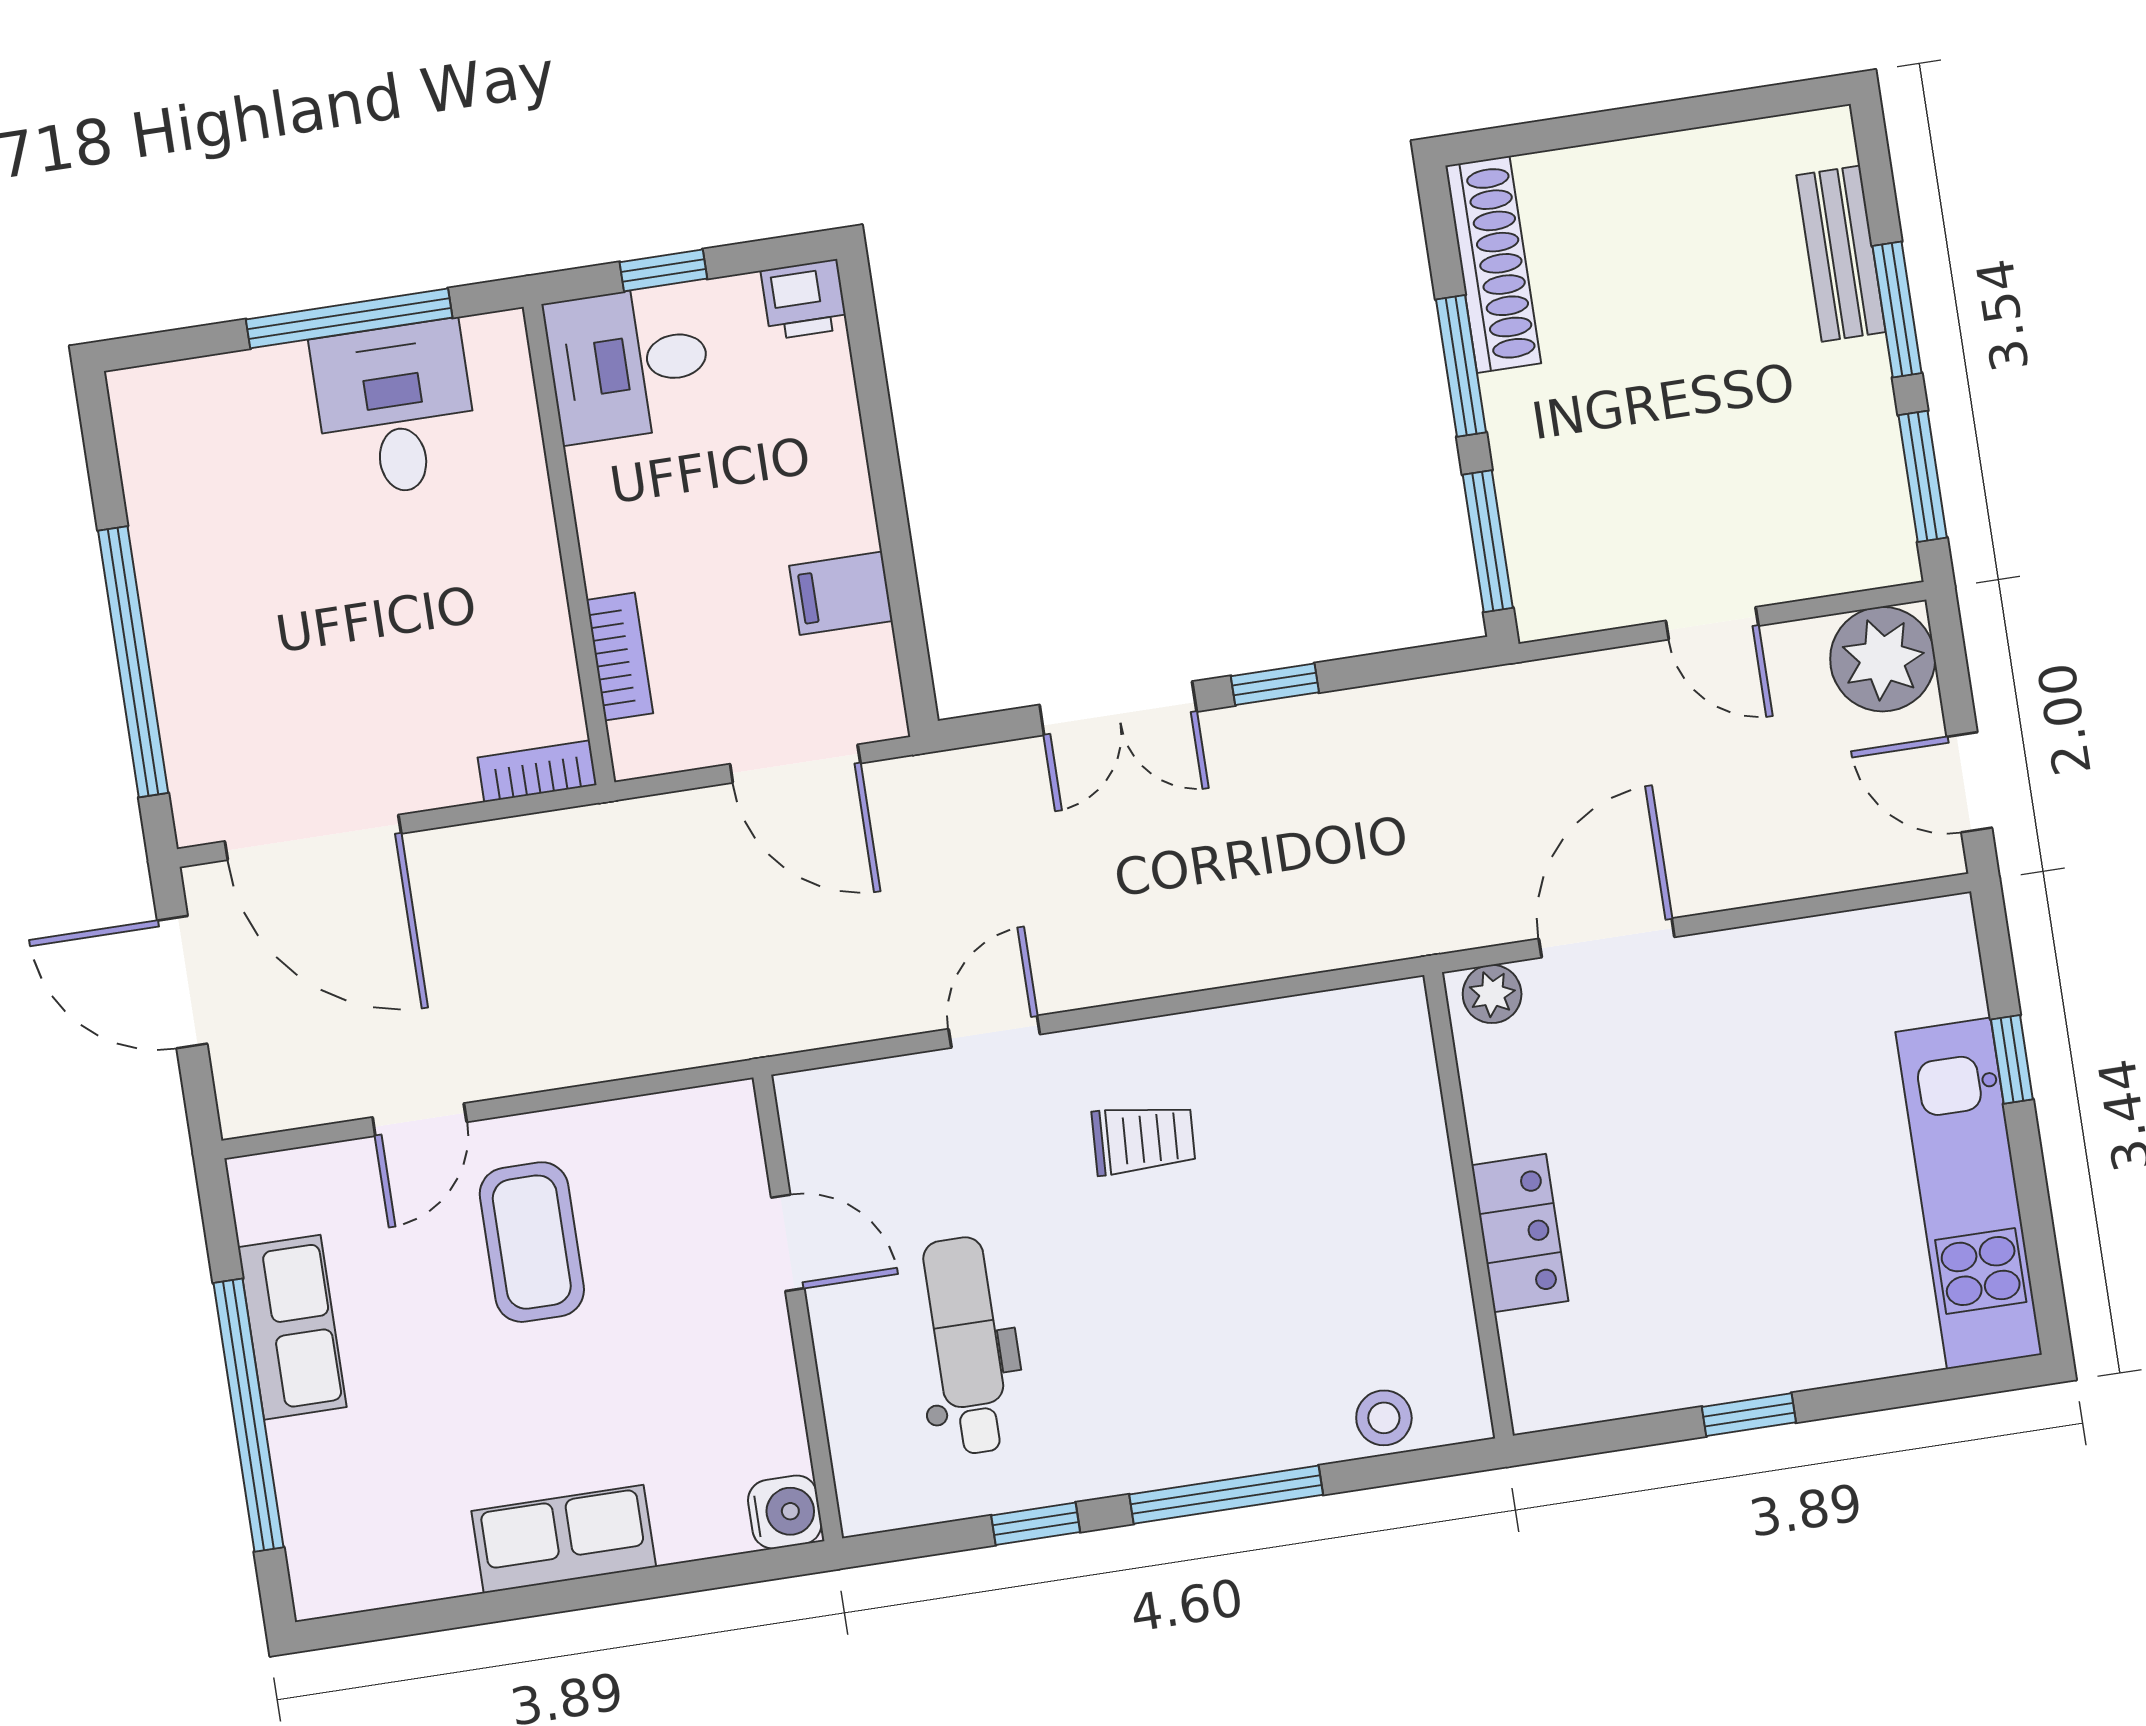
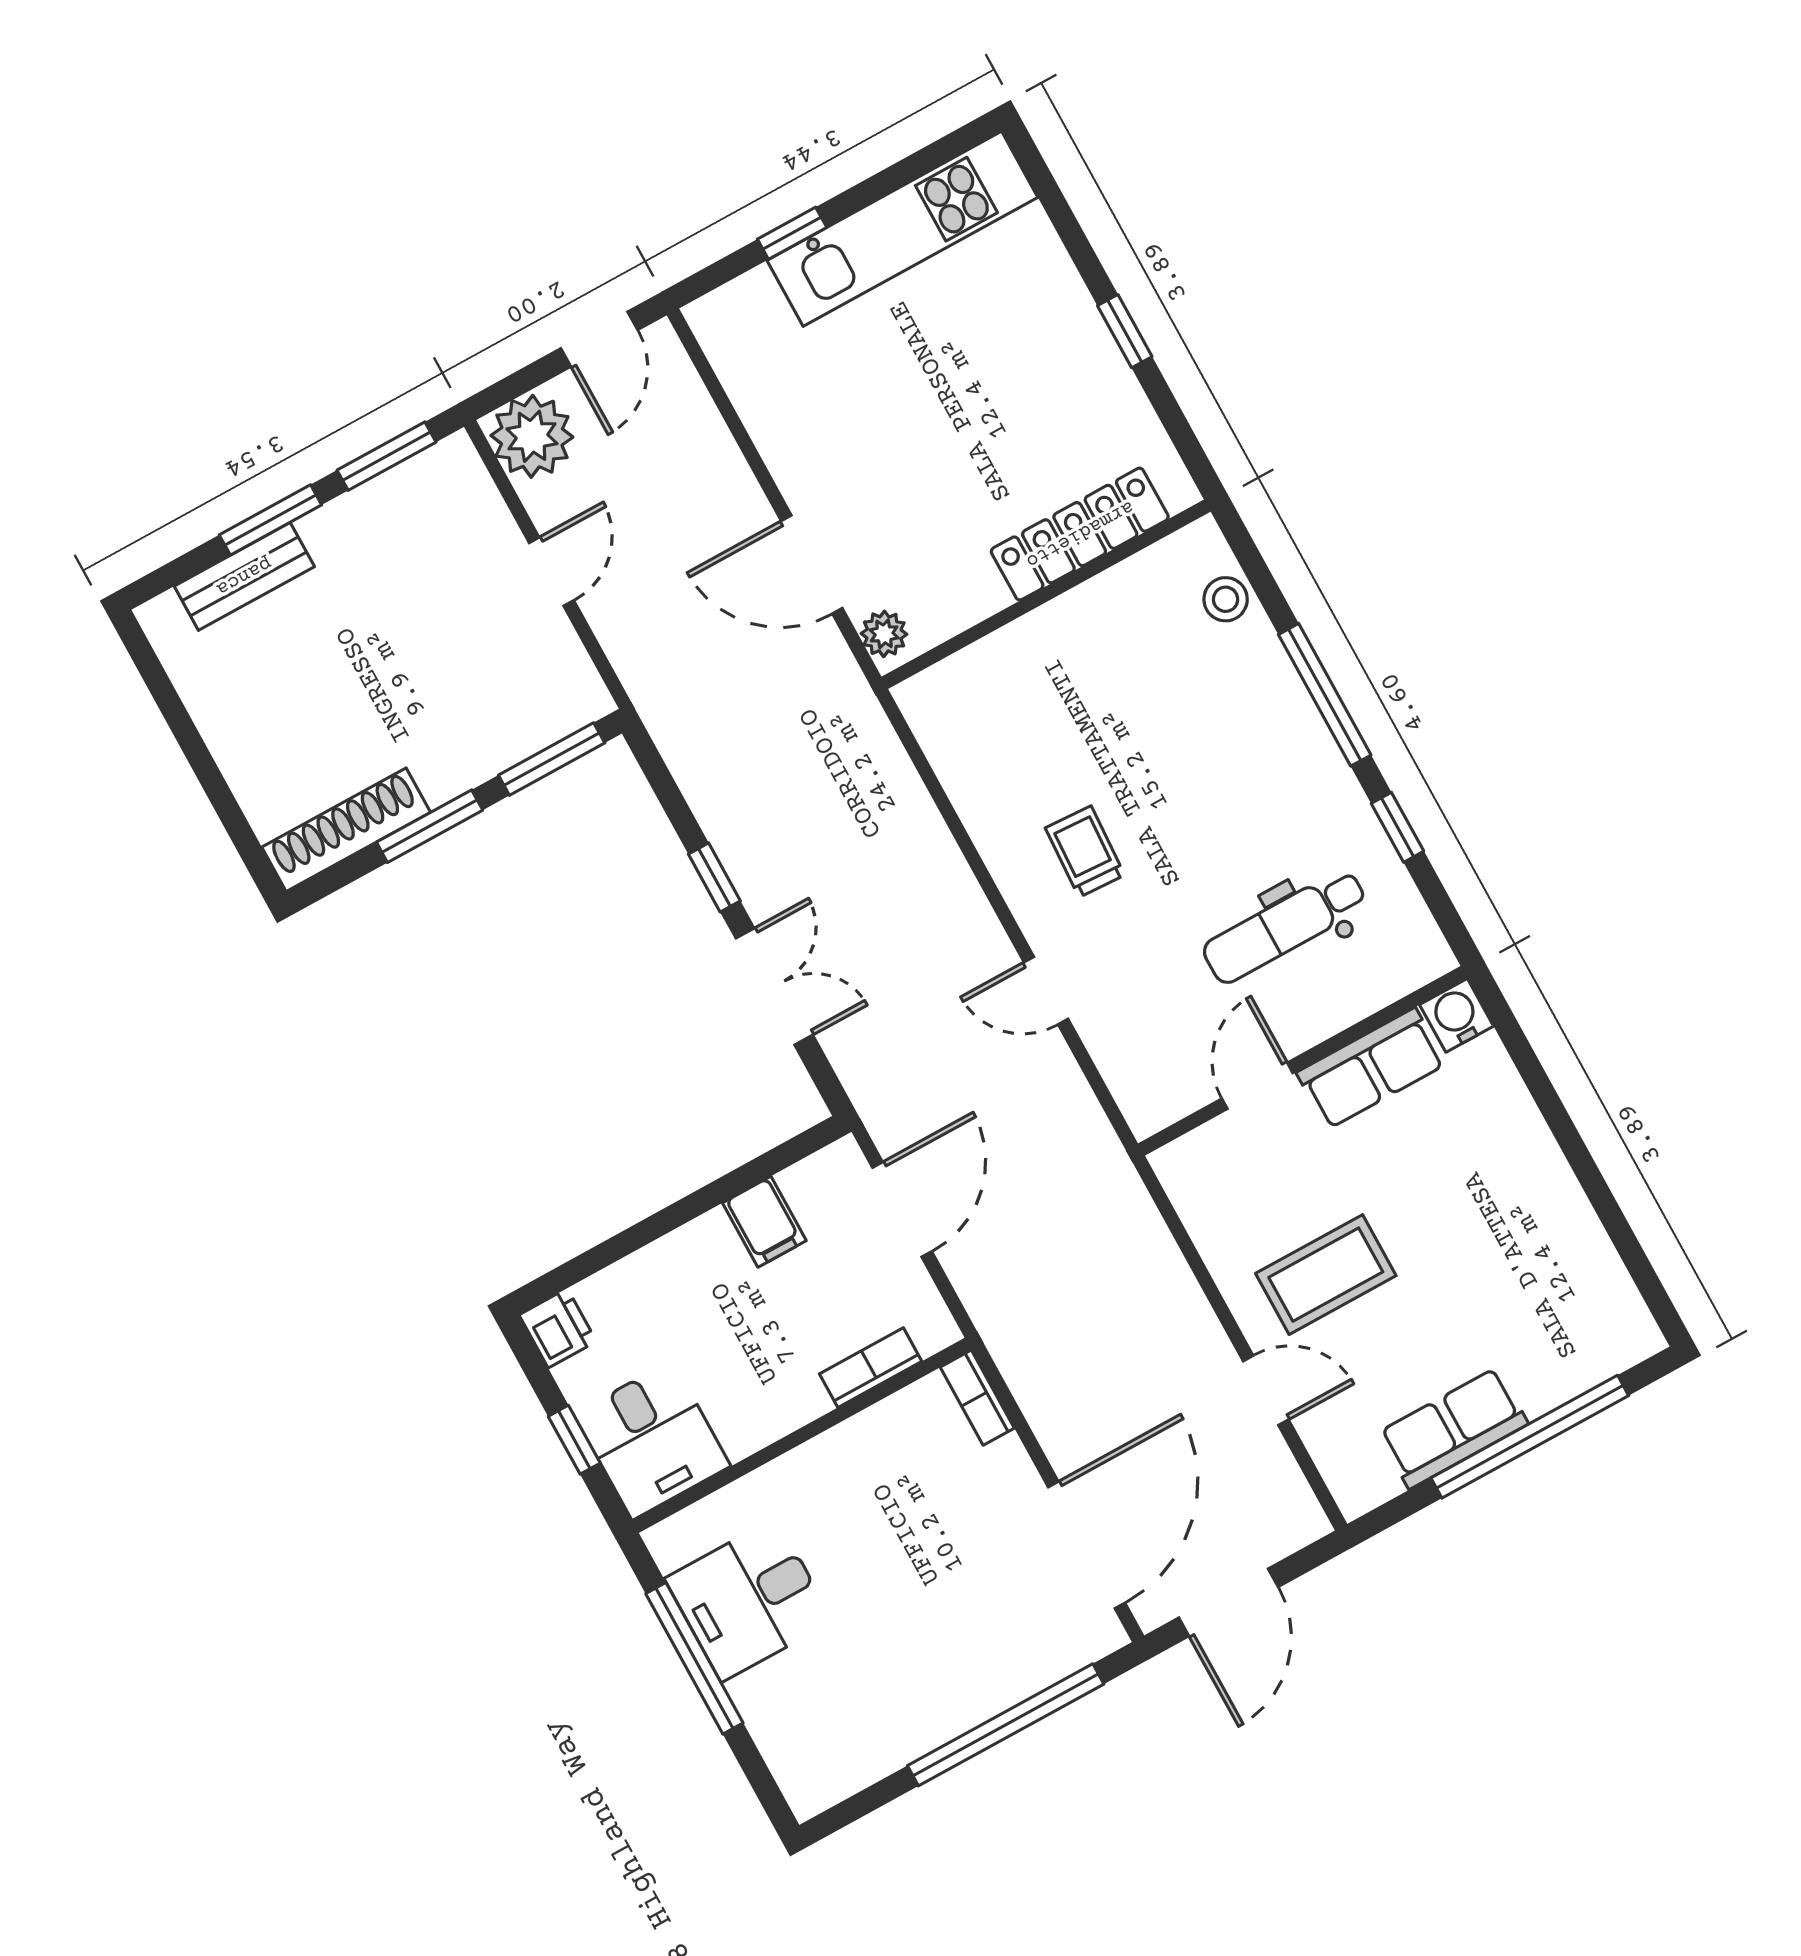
locker: (1520, 1233) -> (1080, 534), width x1.53
row of seats: (564, 1539) -> (1371, 1068), moved, turned -90

